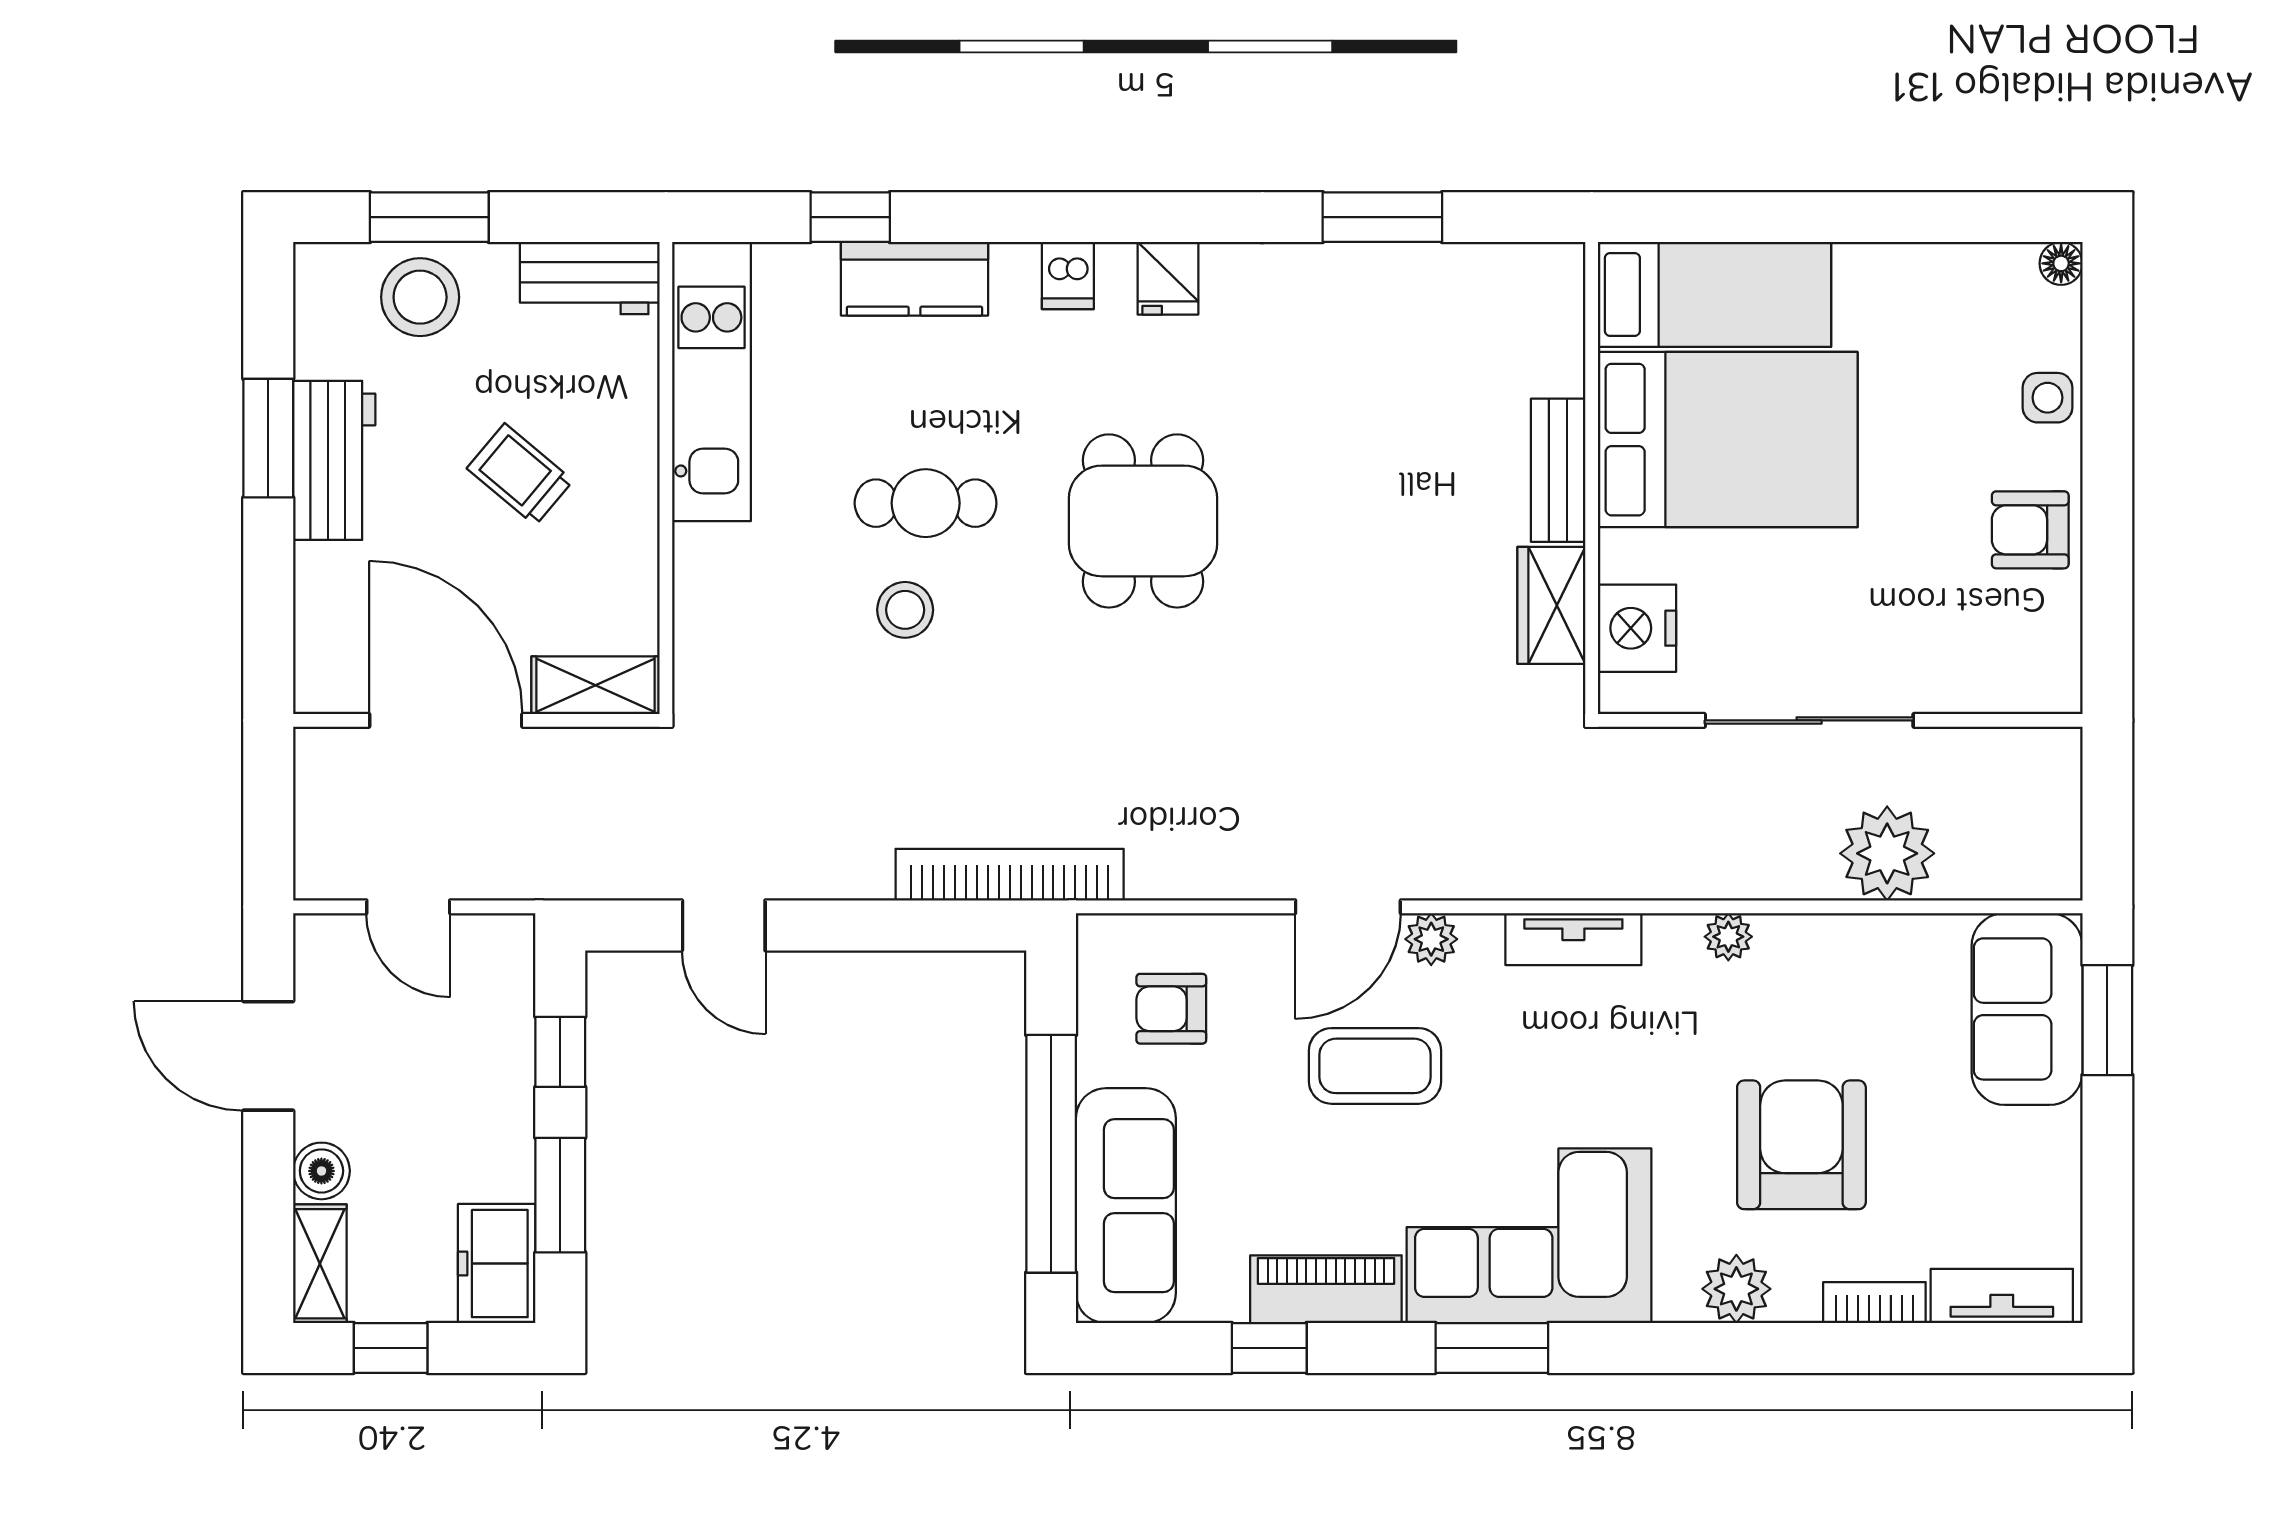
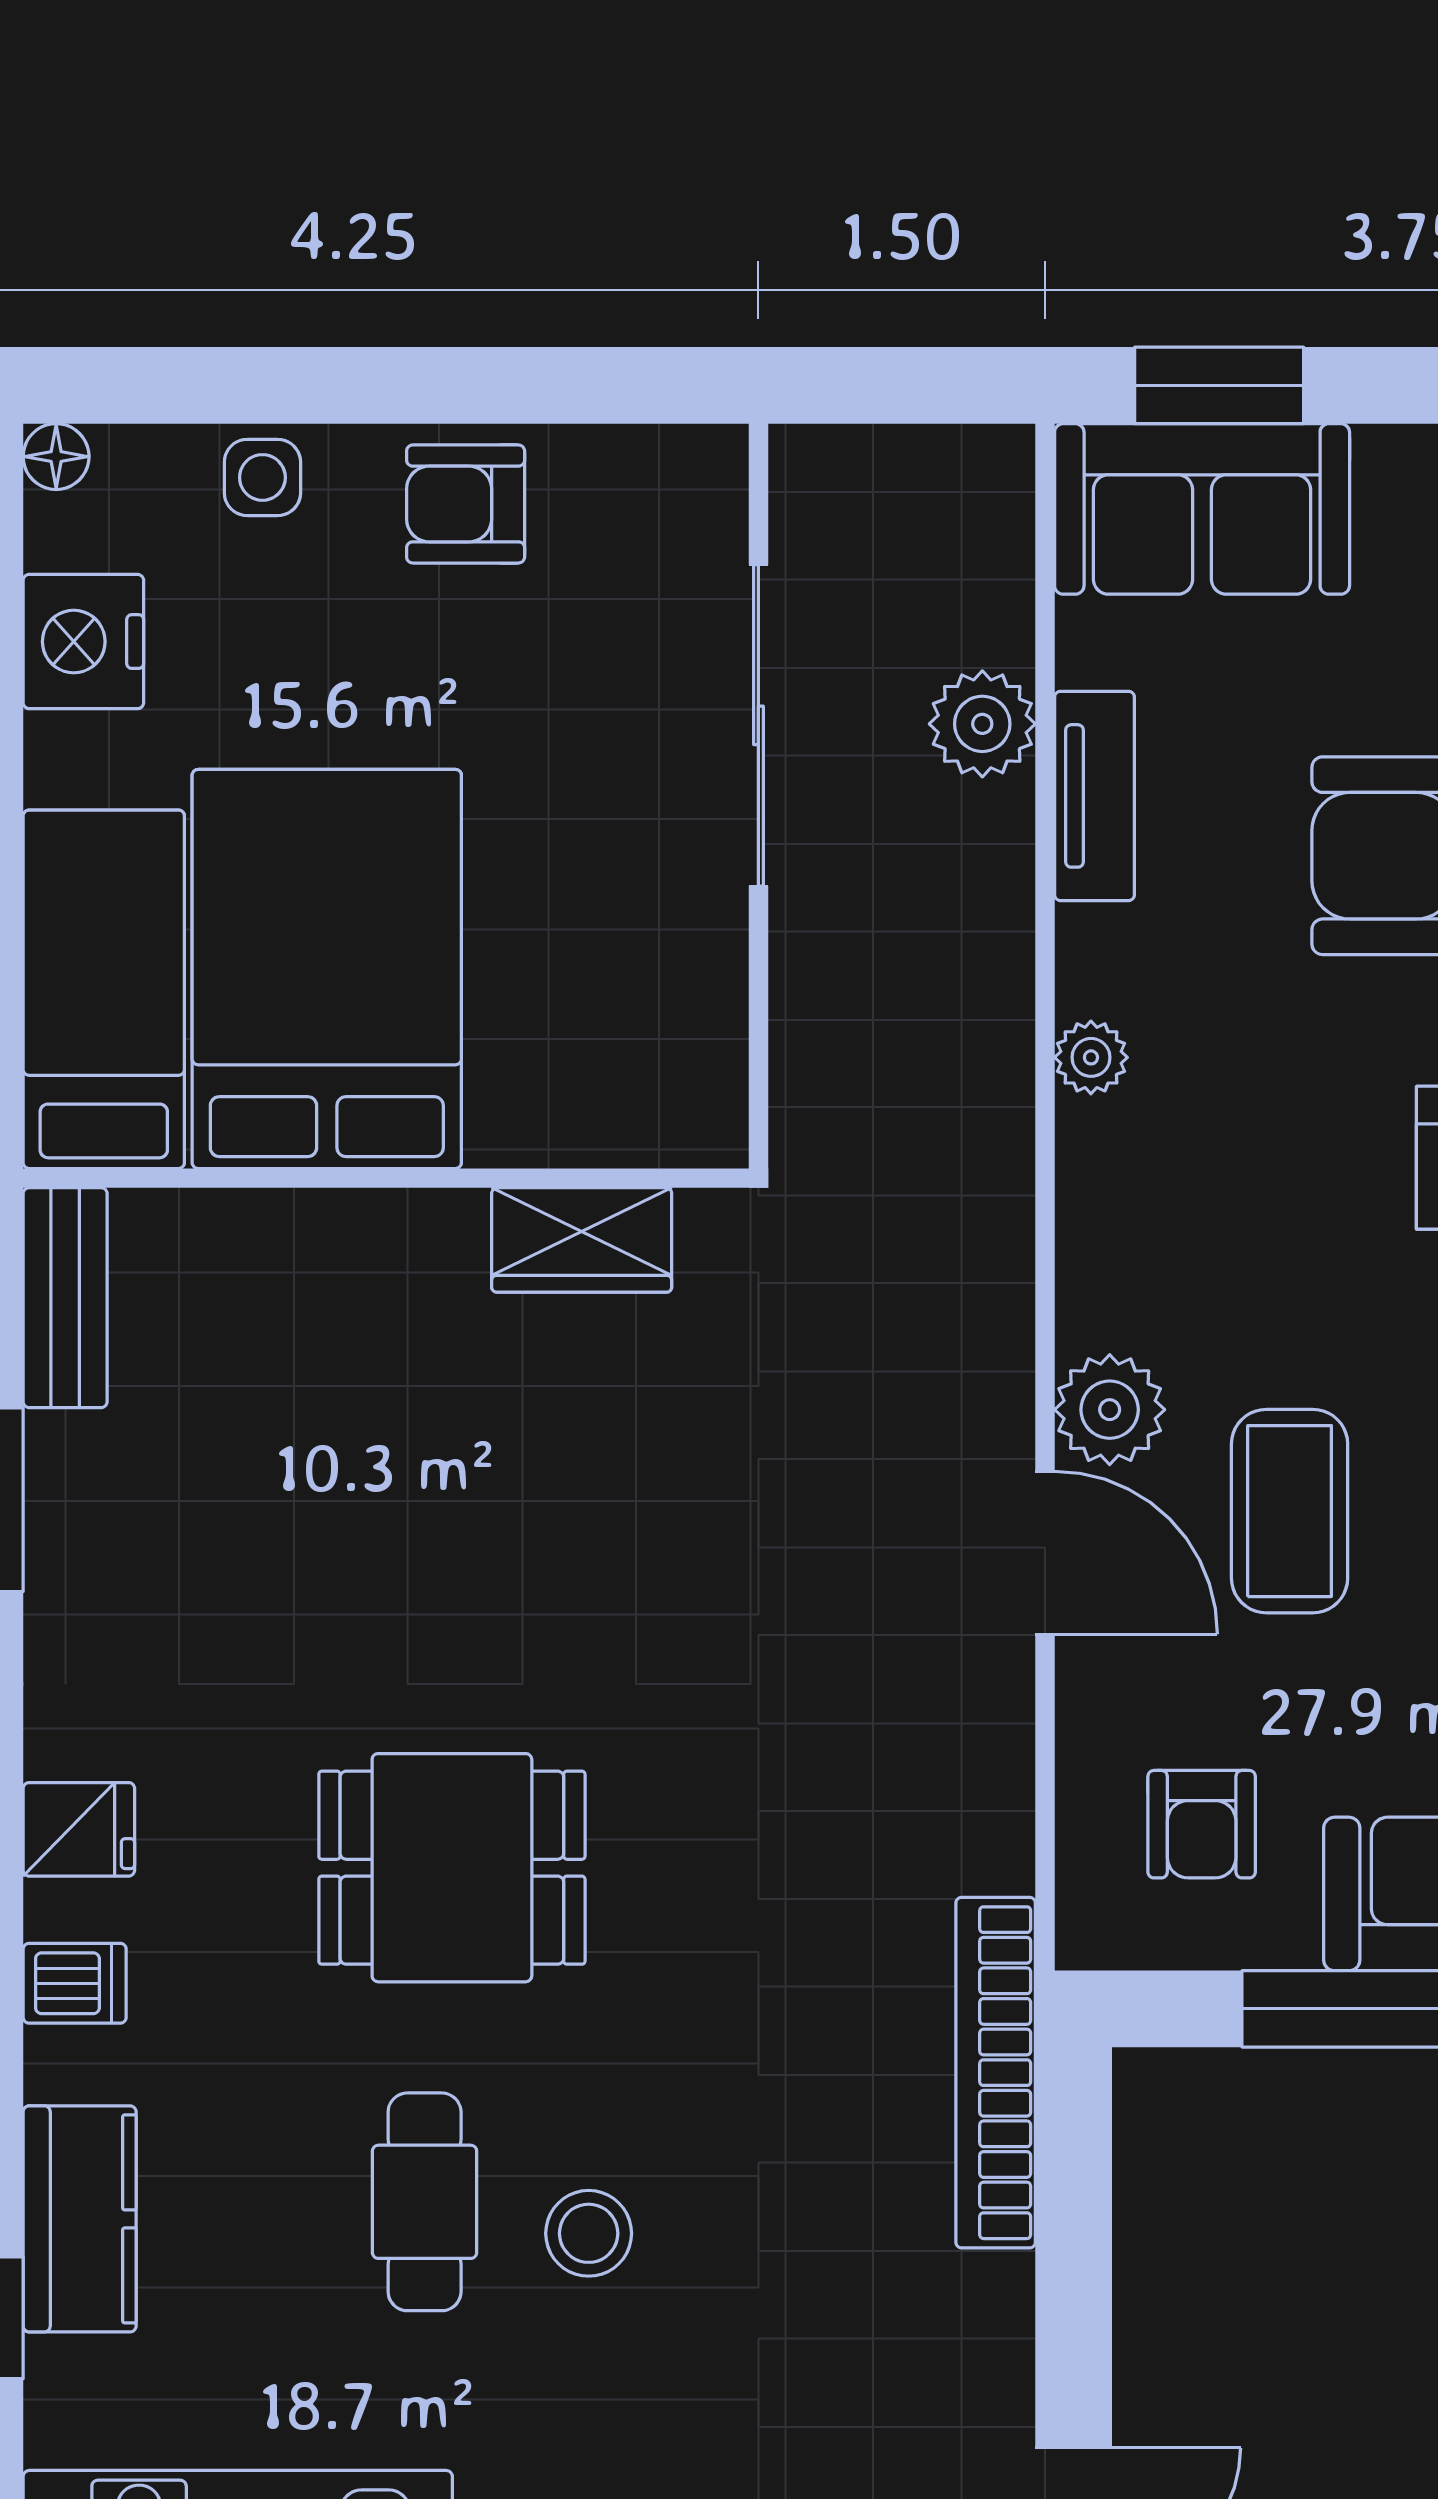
bench: (1558, 470) -> (65, 1298), moved, turned 90
armchair: (2030, 530) -> (466, 504), turned 90
nightstand: (1637, 628) -> (83, 642), moved, turned 90
sliding door: (1809, 720) -> (758, 725), moved
plant: (1887, 853) -> (982, 724), width x0.73, depth x0.73
plant: (1728, 937) -> (1091, 1057), moved
plant: (1431, 939) -> (1110, 1410), width x1.38, depth x1.38
tv unit: (1573, 939) -> (1094, 796), moved

